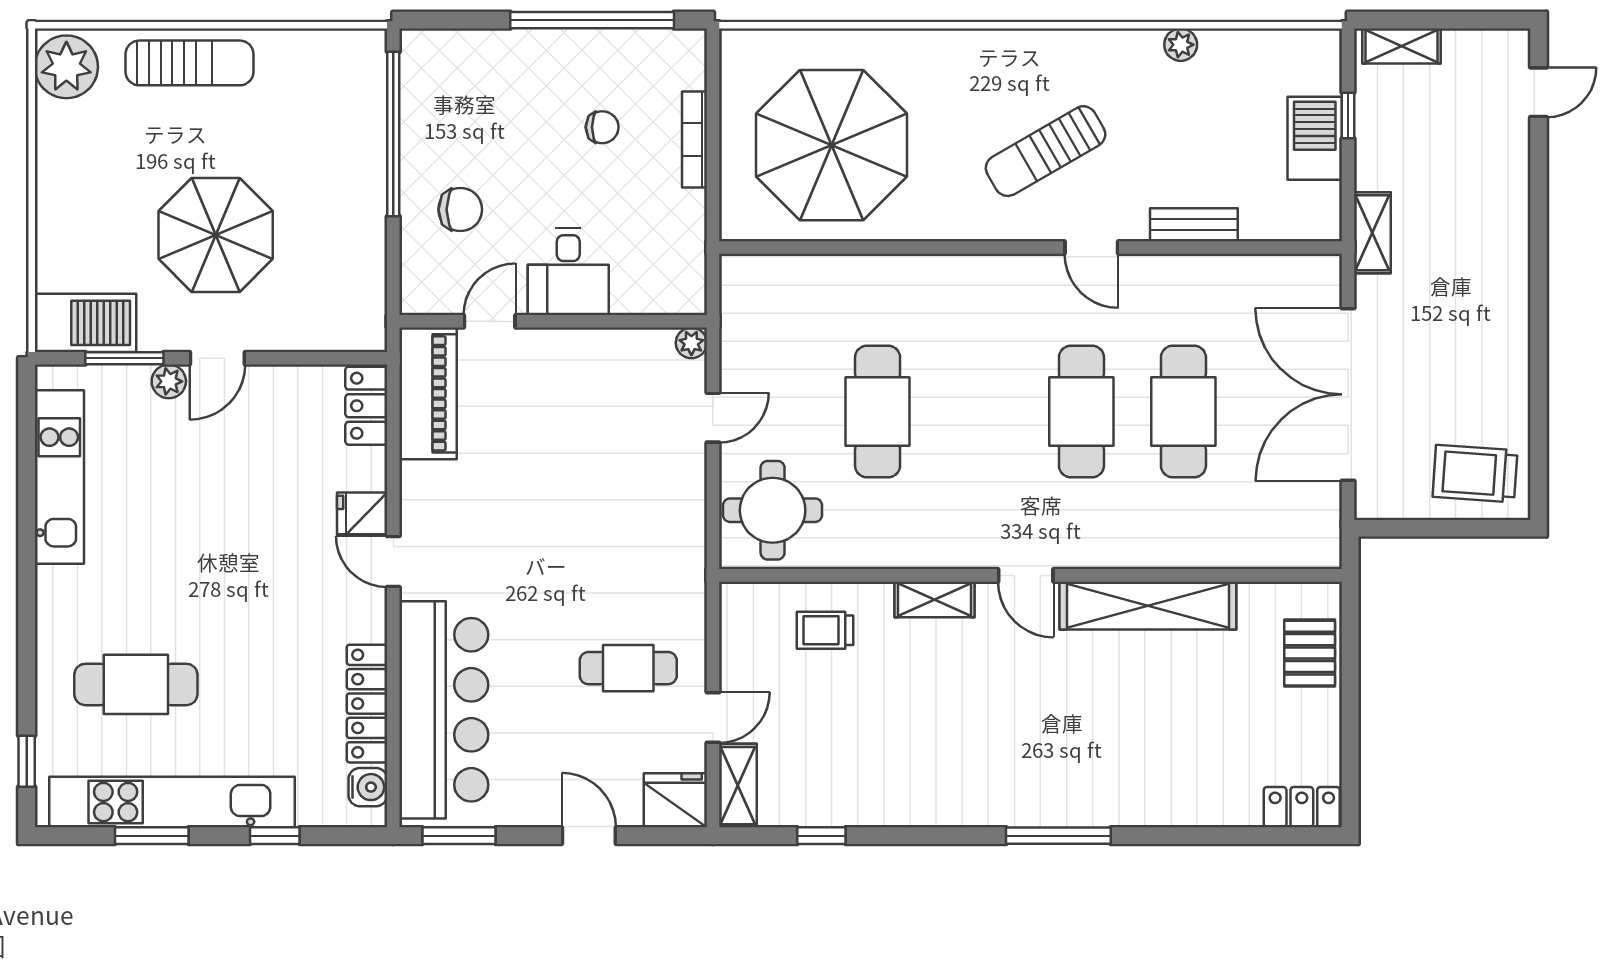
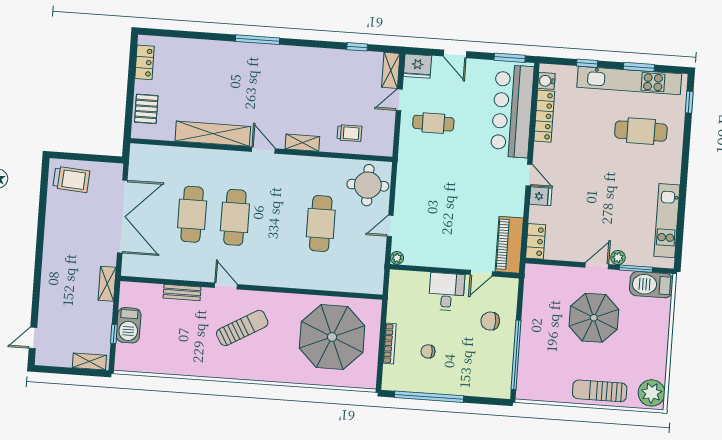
plant: (1181, 45) -> (182, 369), removed
locker: (1302, 807) -> (145, 62), moved, turned -90

